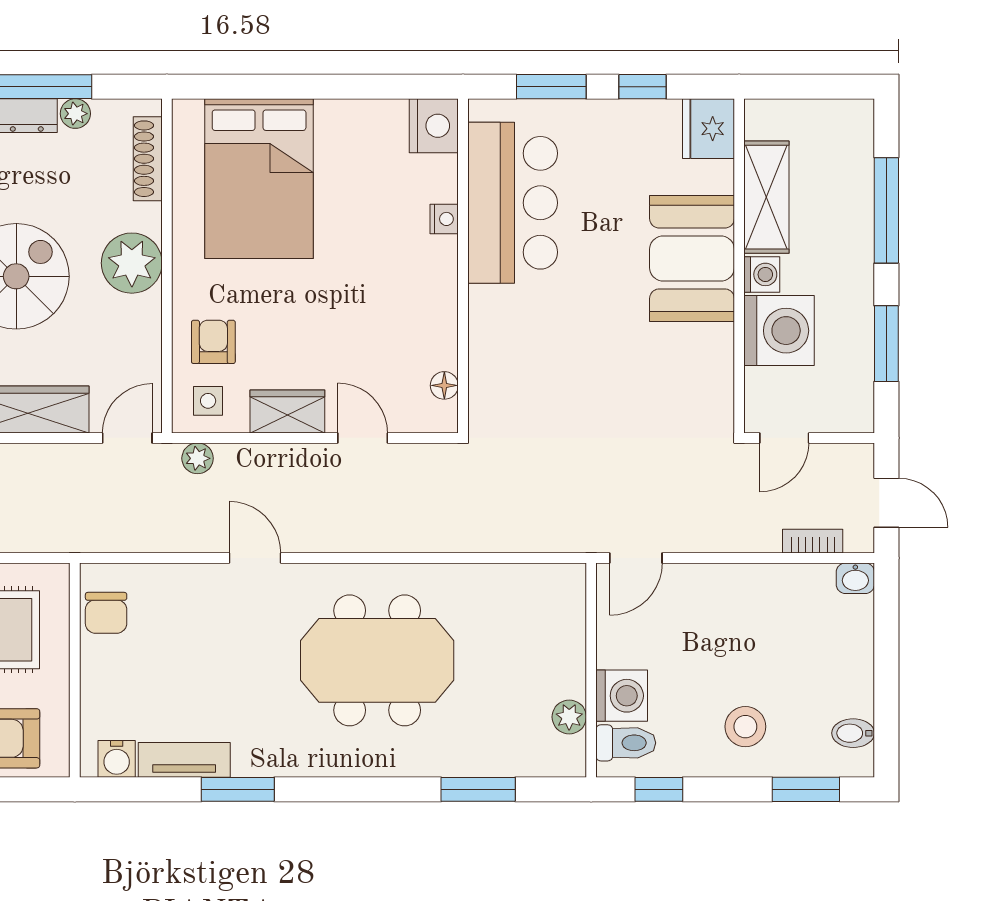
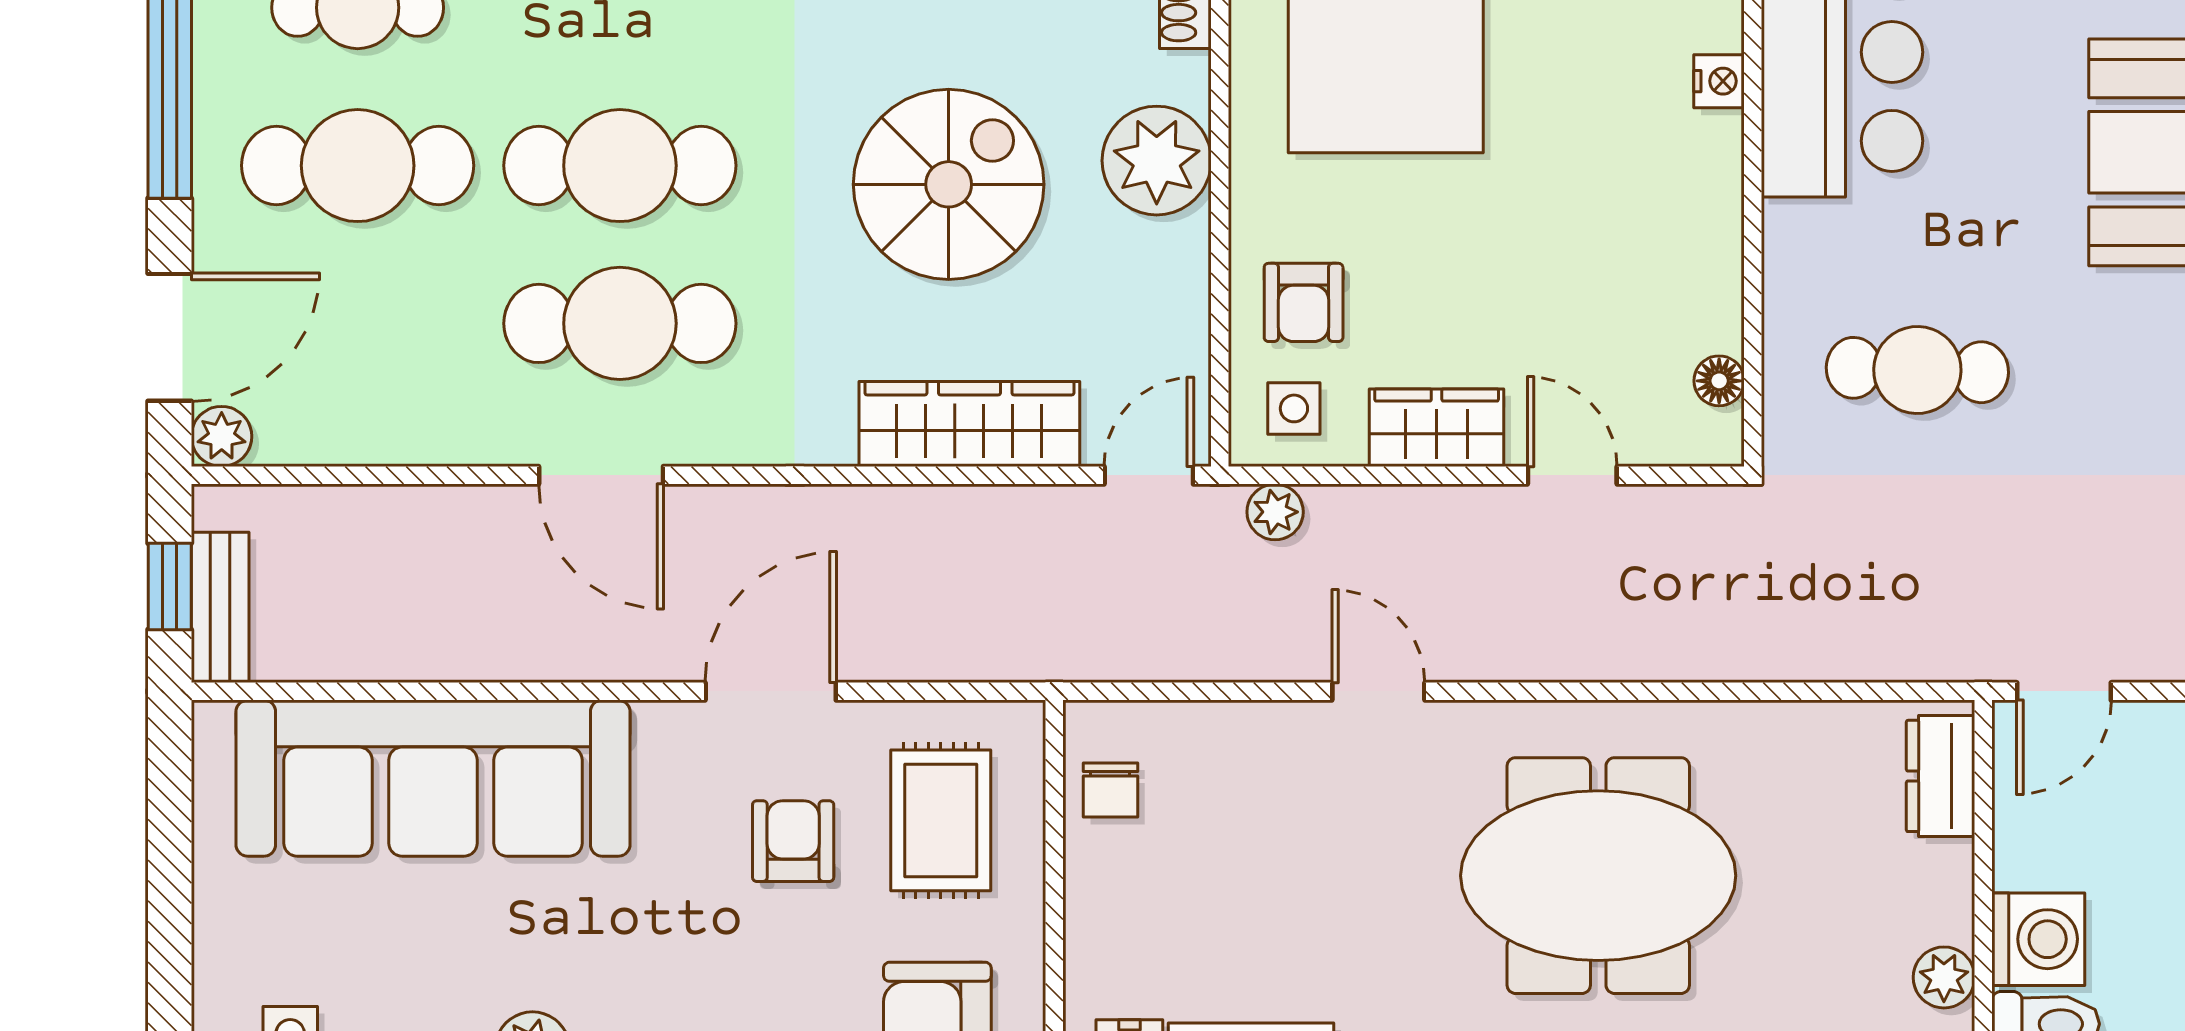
armchair: (213, 342) -> (1304, 302), turned 180
cafe table: (554, 379) -> (1917, 370), added
dresser: (567, 605) -> (1941, 776), added
chair: (106, 613) -> (1110, 790), width x0.73, depth x0.73

